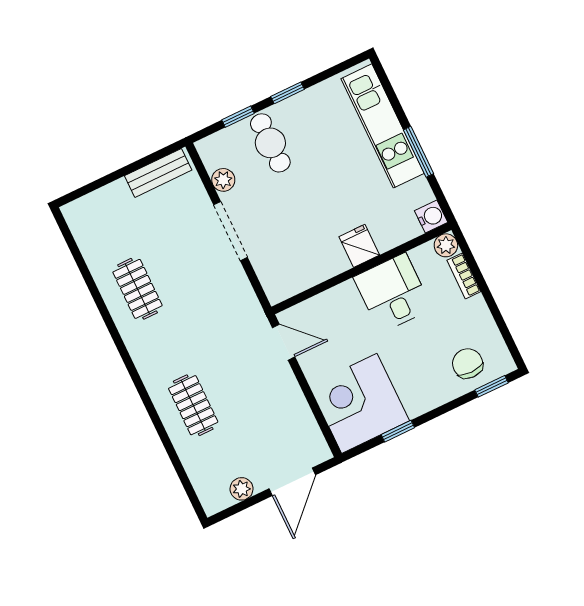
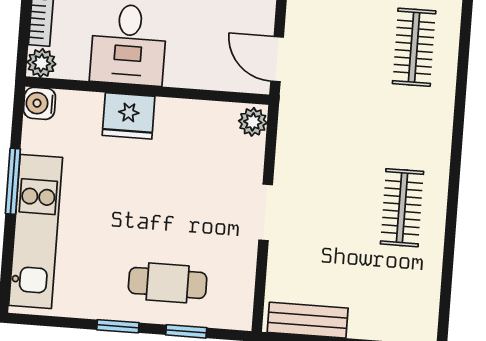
cafe table: (270, 143) -> (168, 283), turned 90
plant: (223, 180) -> (253, 122), moved
doorway: (230, 231) -> (266, 212), width x0.73
fridge: (359, 246) -> (129, 116), width x1.38

